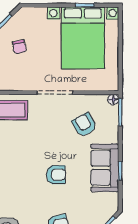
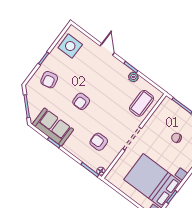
armchair: (84, 125) -> (99, 142), turned -151
sofa: (105, 168) -> (53, 127), moved

